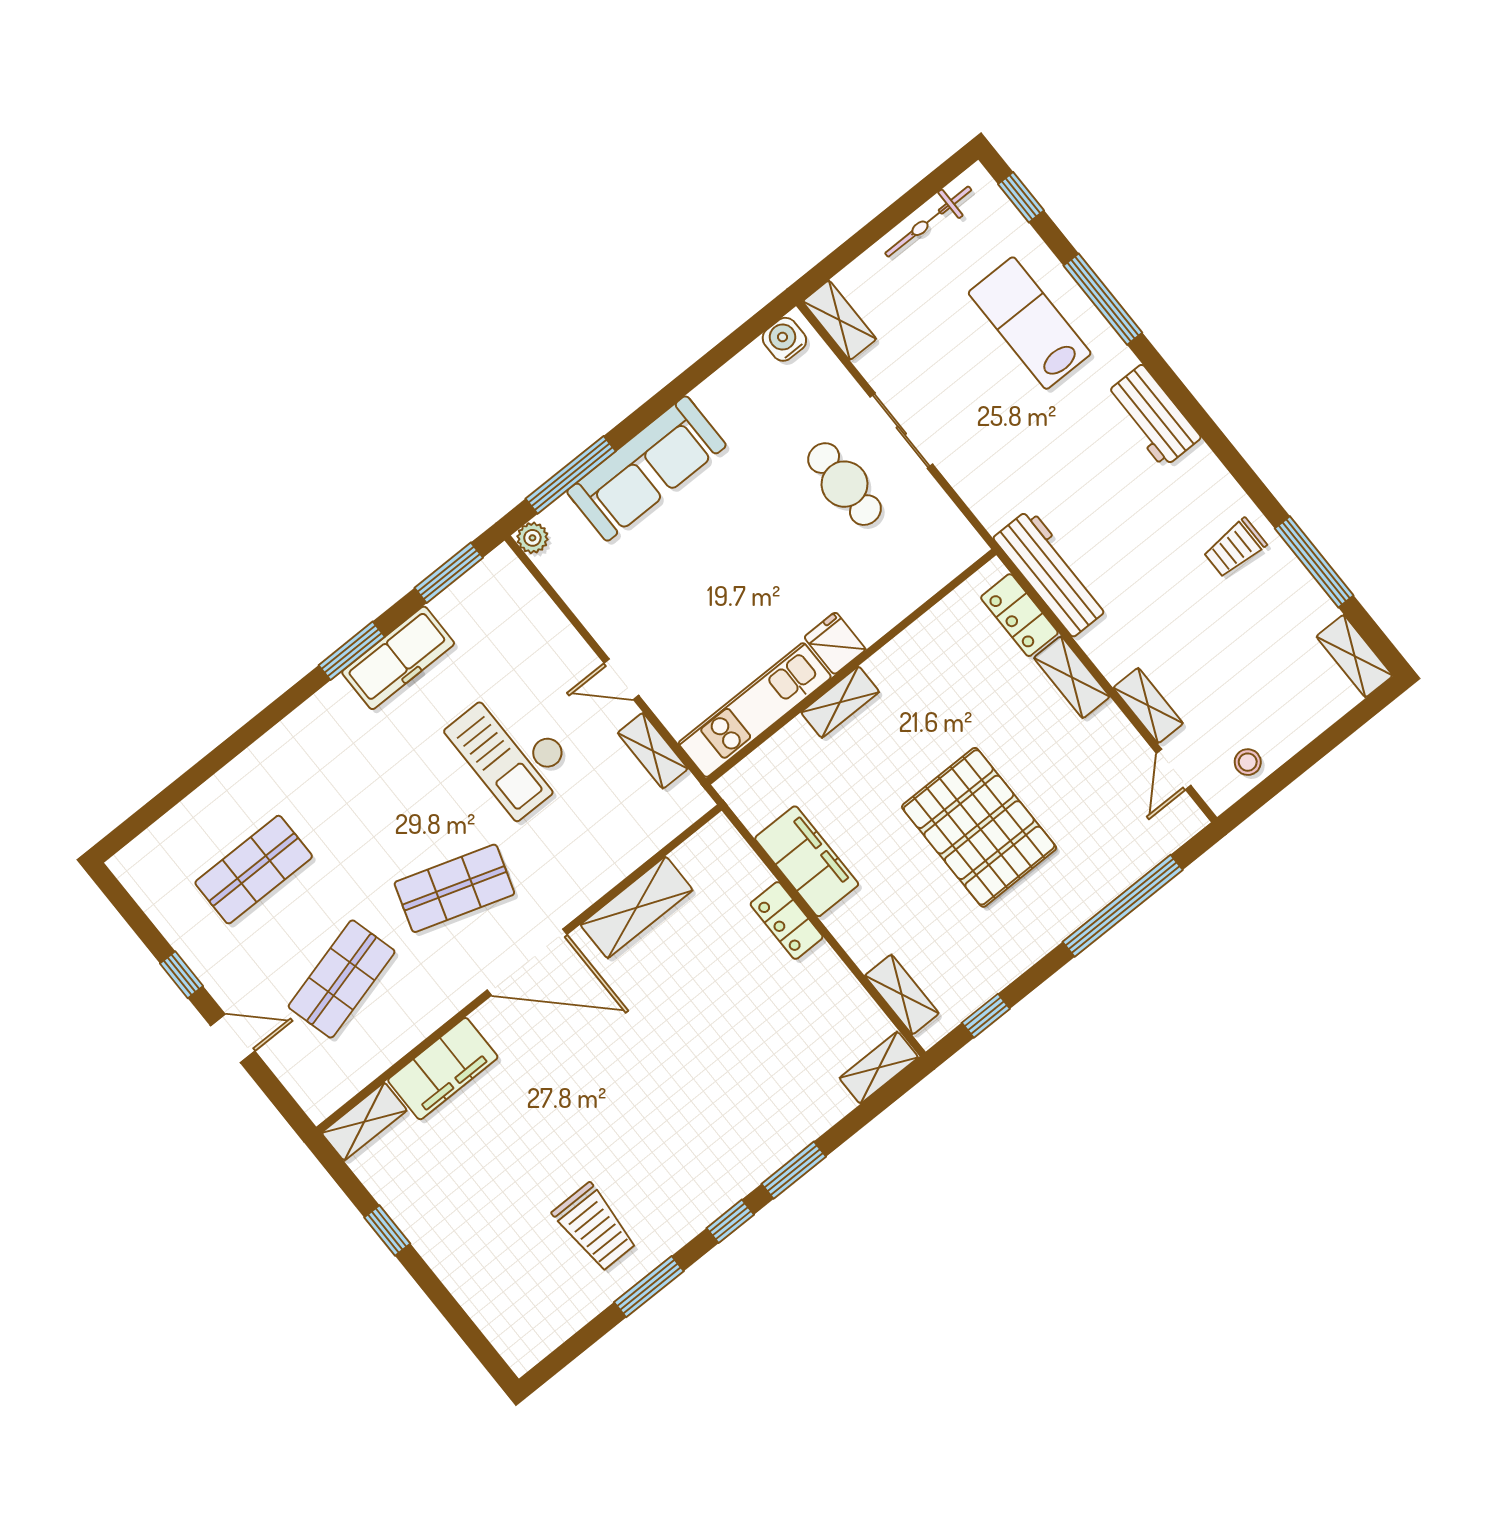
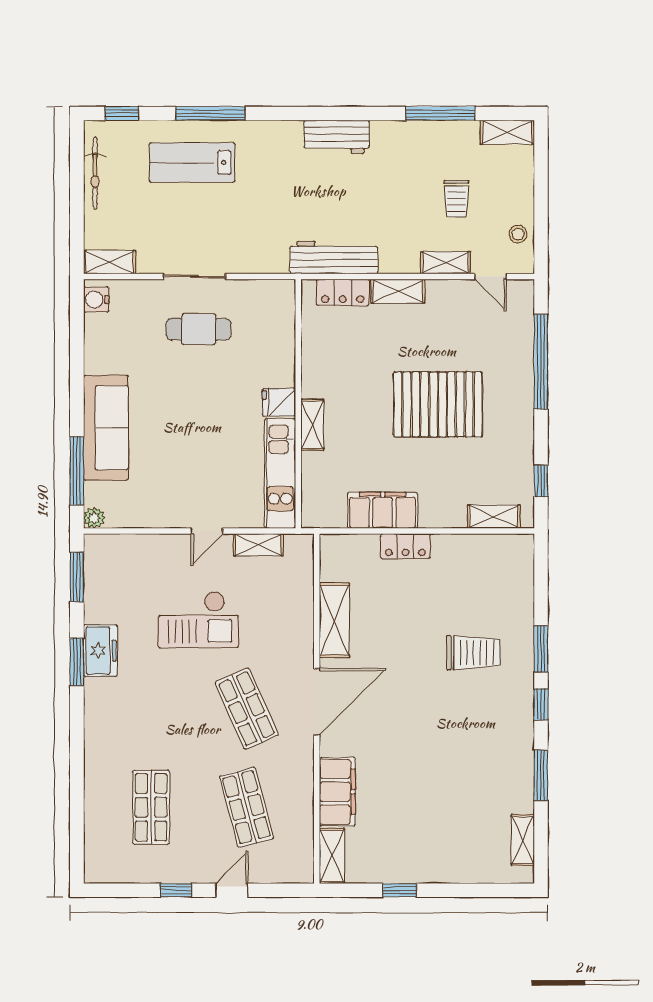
workbench: (1153, 416) -> (337, 137), moved
trolley: (1235, 548) -> (456, 199), moved
freezer: (398, 658) -> (100, 651), width x0.71
shop shelf: (454, 888) -> (247, 709), turned -42
shelving: (879, 1068) -> (523, 840), moved
trolley: (595, 1227) -> (473, 653), moved

